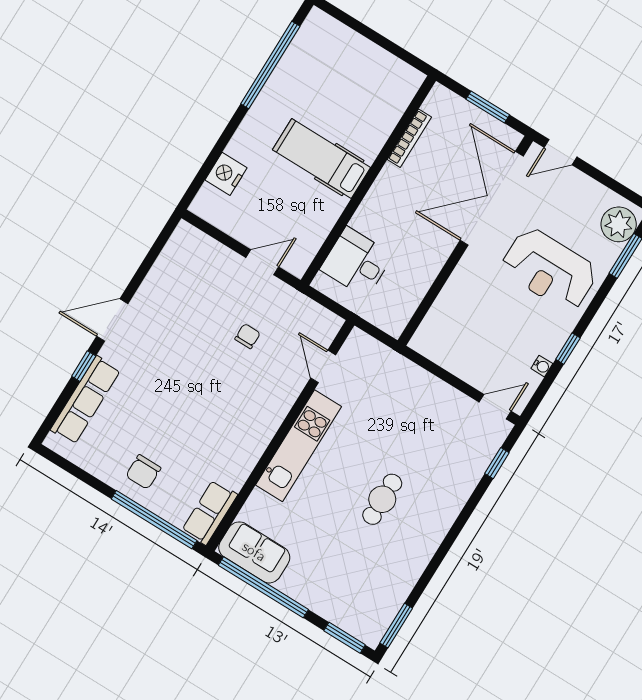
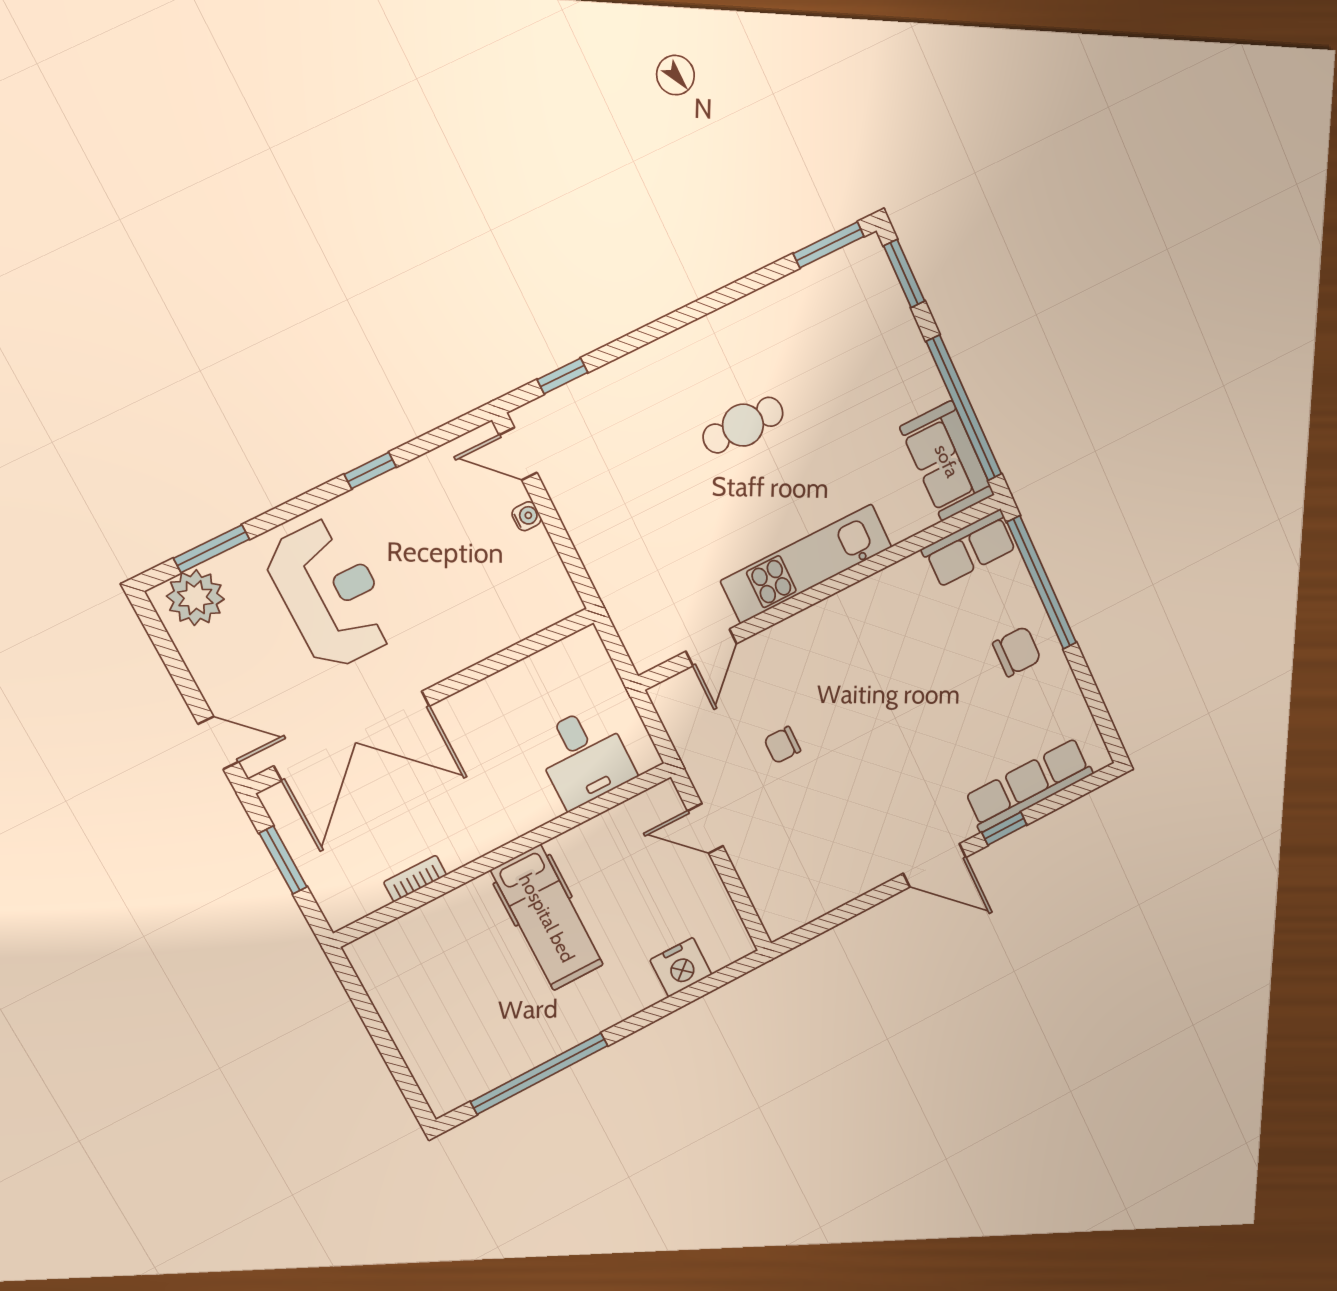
bookcase: (409, 138) -> (415, 879), width x0.64
water cooler: (542, 366) -> (527, 516), moved, turned 90

